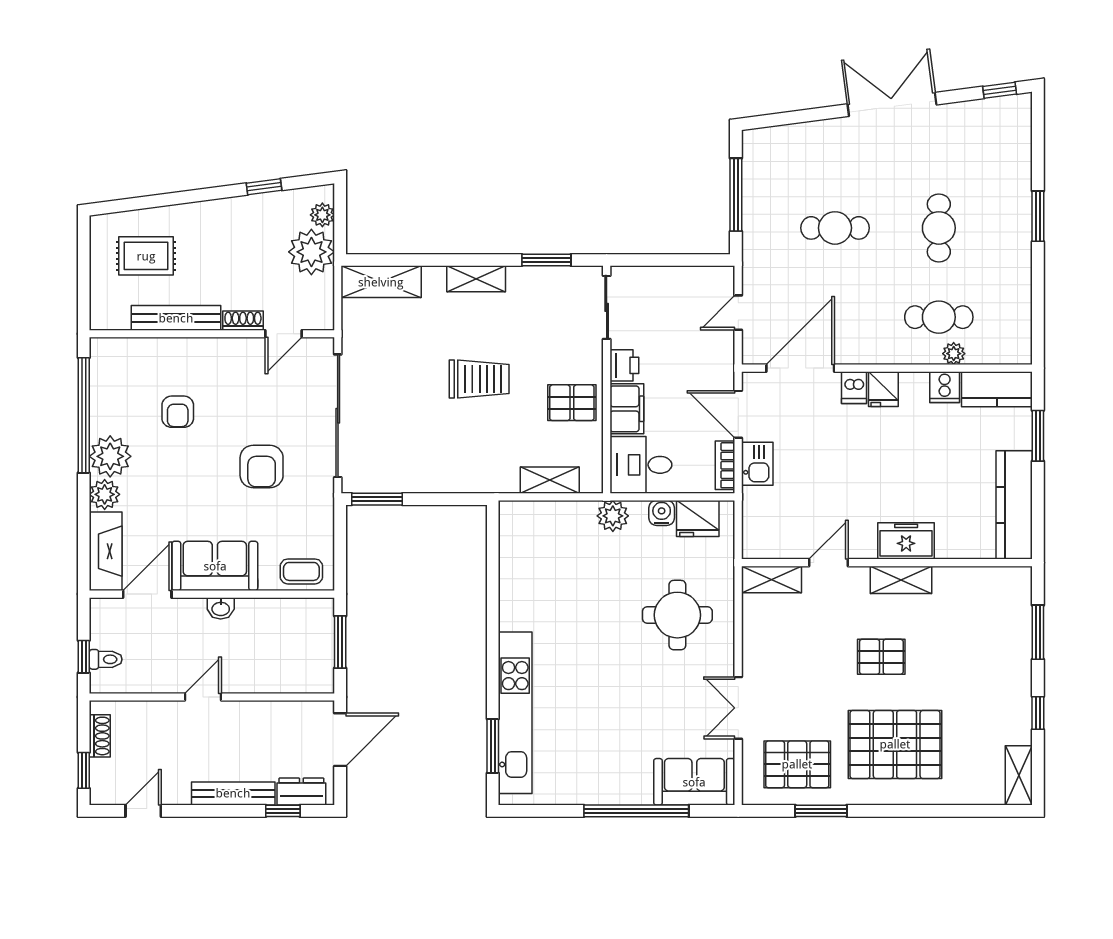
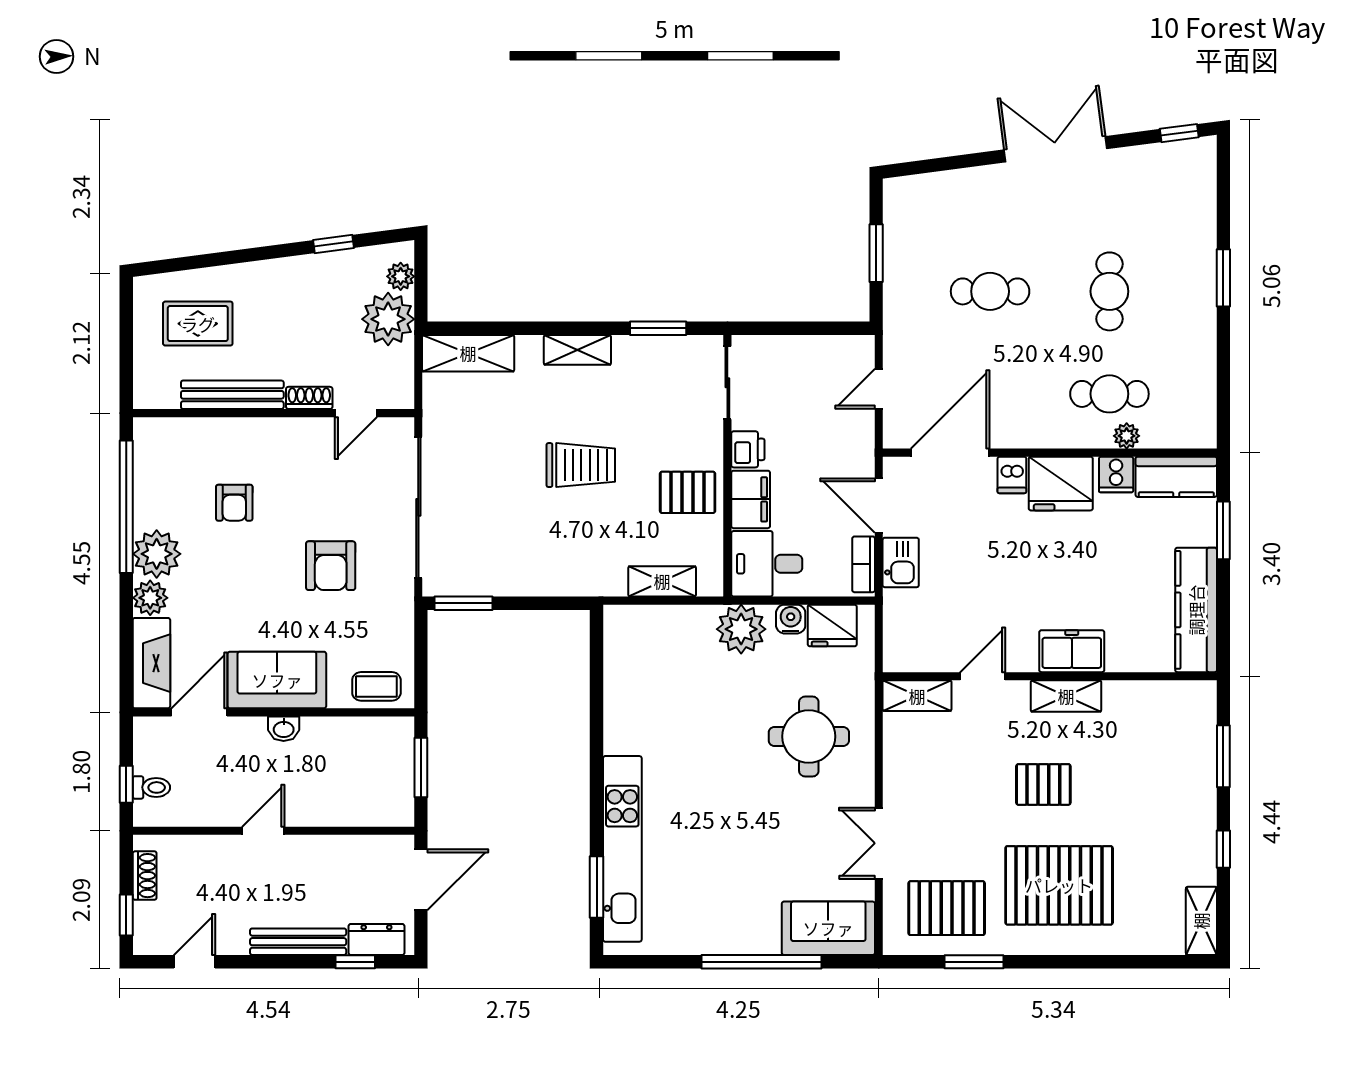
window: (736, 195) -> (876, 253), width x0.69
fridge: (883, 389) -> (1061, 484), width x1.88, depth x1.34
plant: (613, 516) -> (741, 629), width x1.36, depth x1.36

